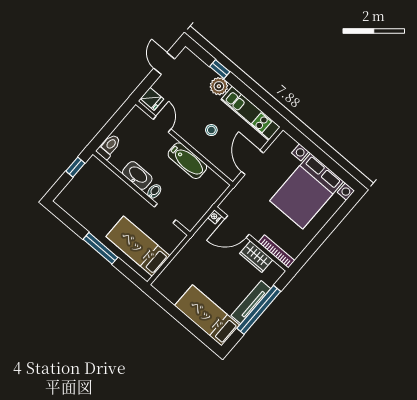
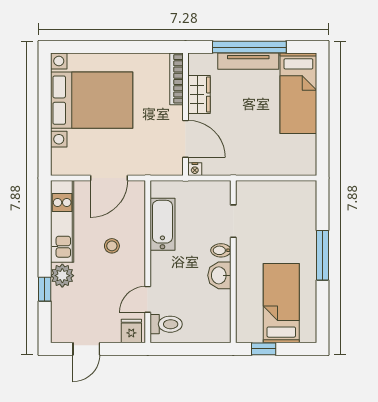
toilet: (109, 147) -> (166, 324), moved, turned 180
bathtub: (187, 161) -> (162, 224), moved
washbasin: (137, 175) -> (219, 275), width x0.72
bed: (138, 246) -> (281, 303), moved, turned 180

